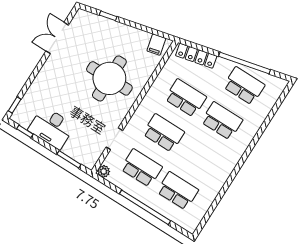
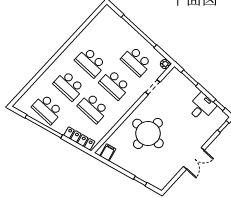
double door: (57, 38) -> (194, 158), moved
desk: (51, 128) -> (202, 107), width x0.73
school desk: (178, 191) -> (90, 62), moved

